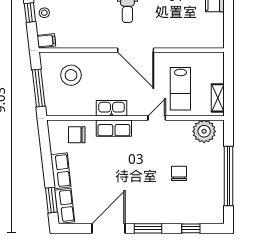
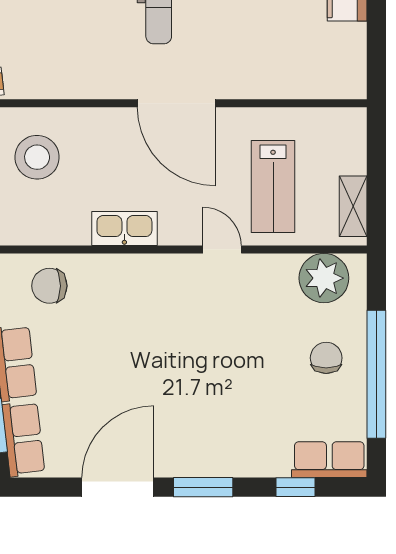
door: (157, 118) -> (222, 249), hinge flipped
row of seats: (114, 128) -> (329, 460), moved, turned 180
chair: (179, 173) -> (326, 358), moved

